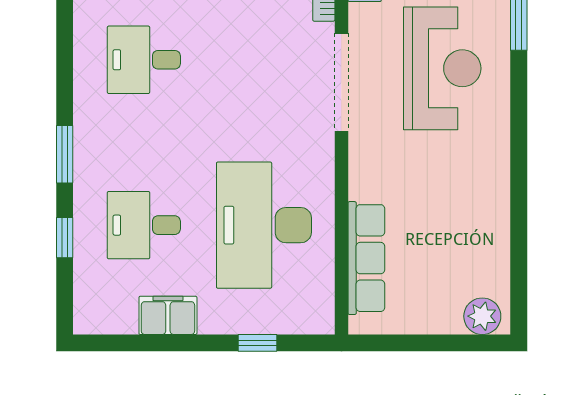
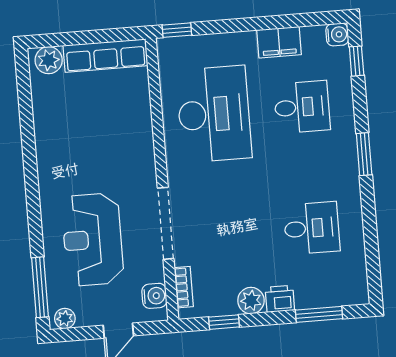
window: (65, 238) -> (357, 61), moved
row of seats: (366, 258) -> (105, 56), moved, turned -90
water cooler: (88, 320) -> (337, 34), added
window: (257, 343) -> (177, 30), moved

